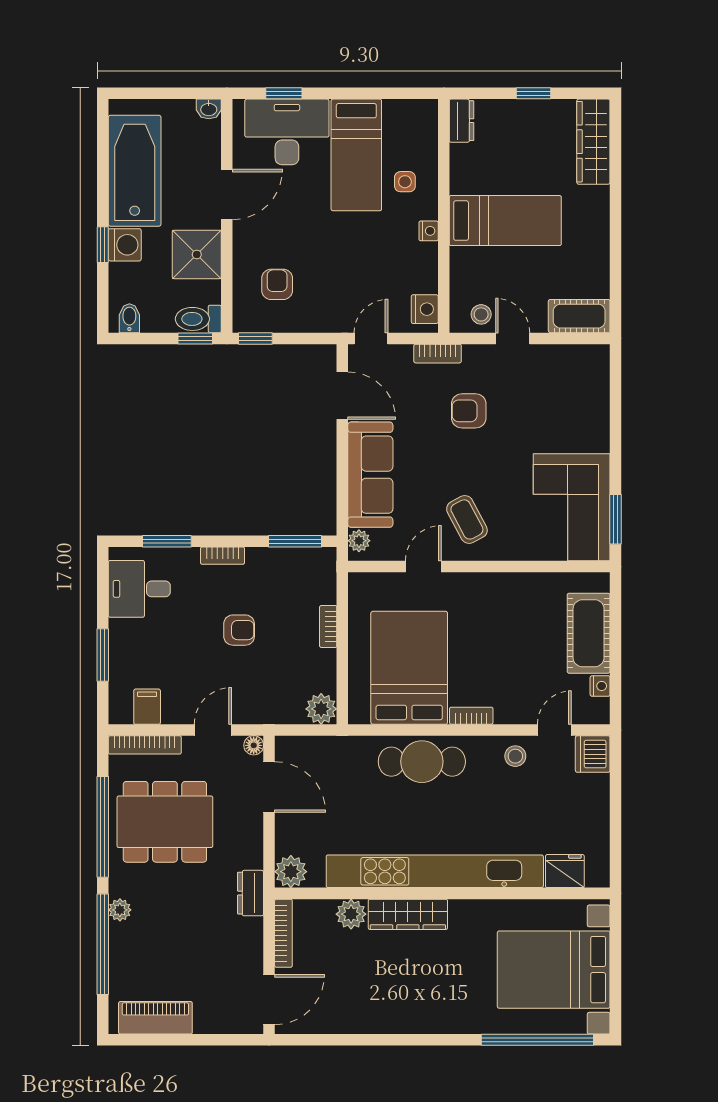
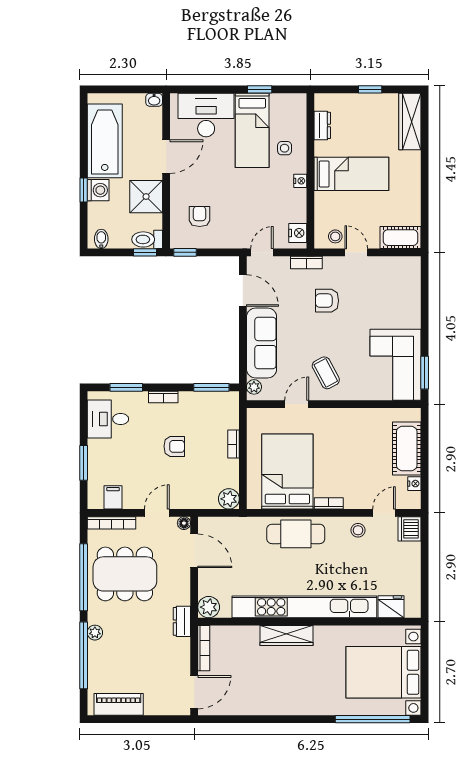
window: (284, 93) -> (260, 89), moved
dresser: (462, 121) -> (322, 125), moved
plant: (351, 914) -> (249, 635), removed

